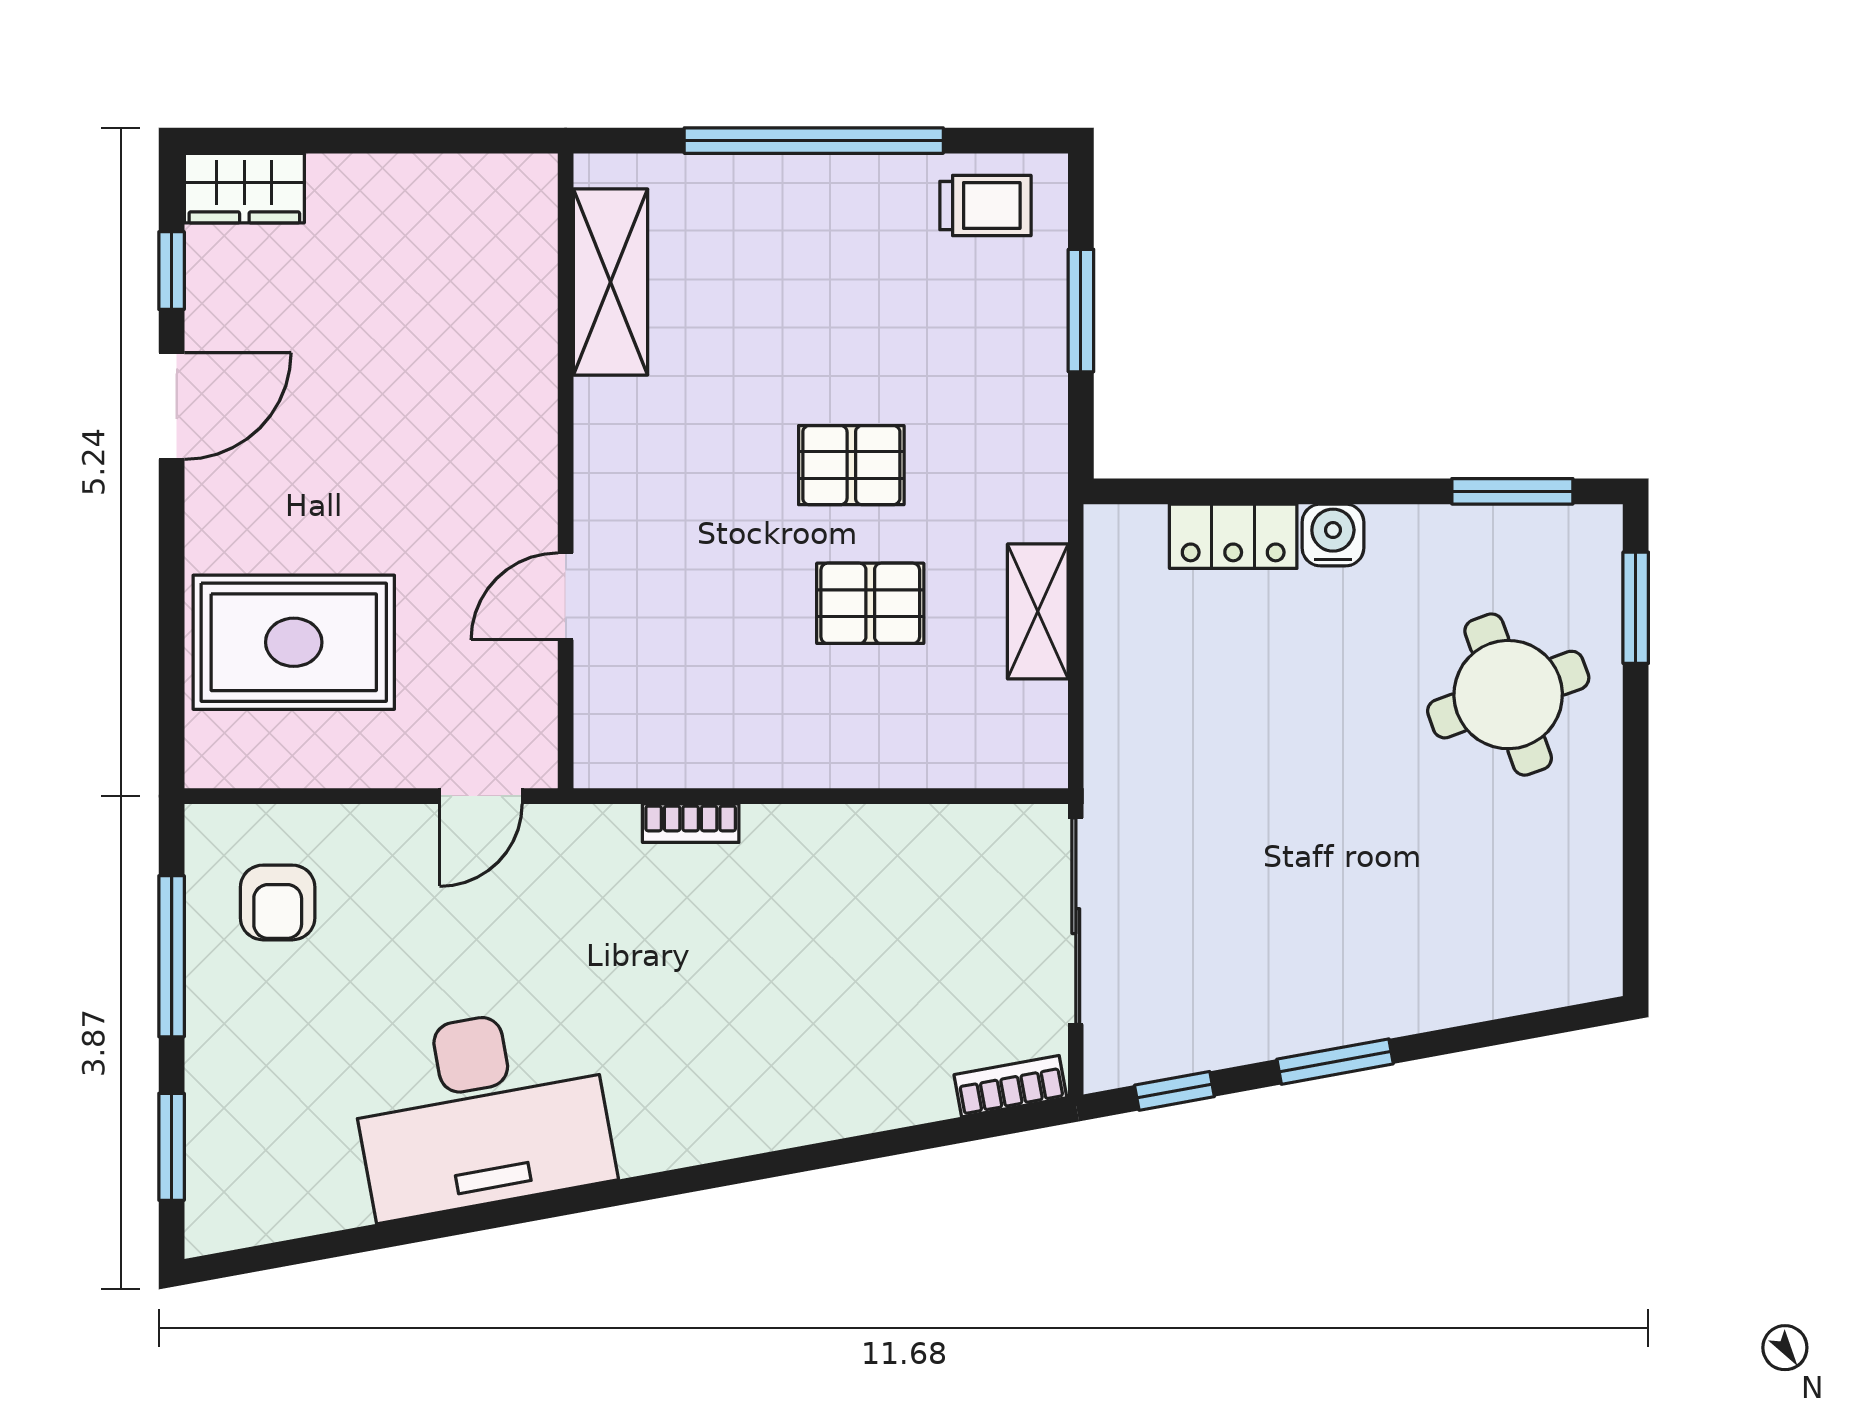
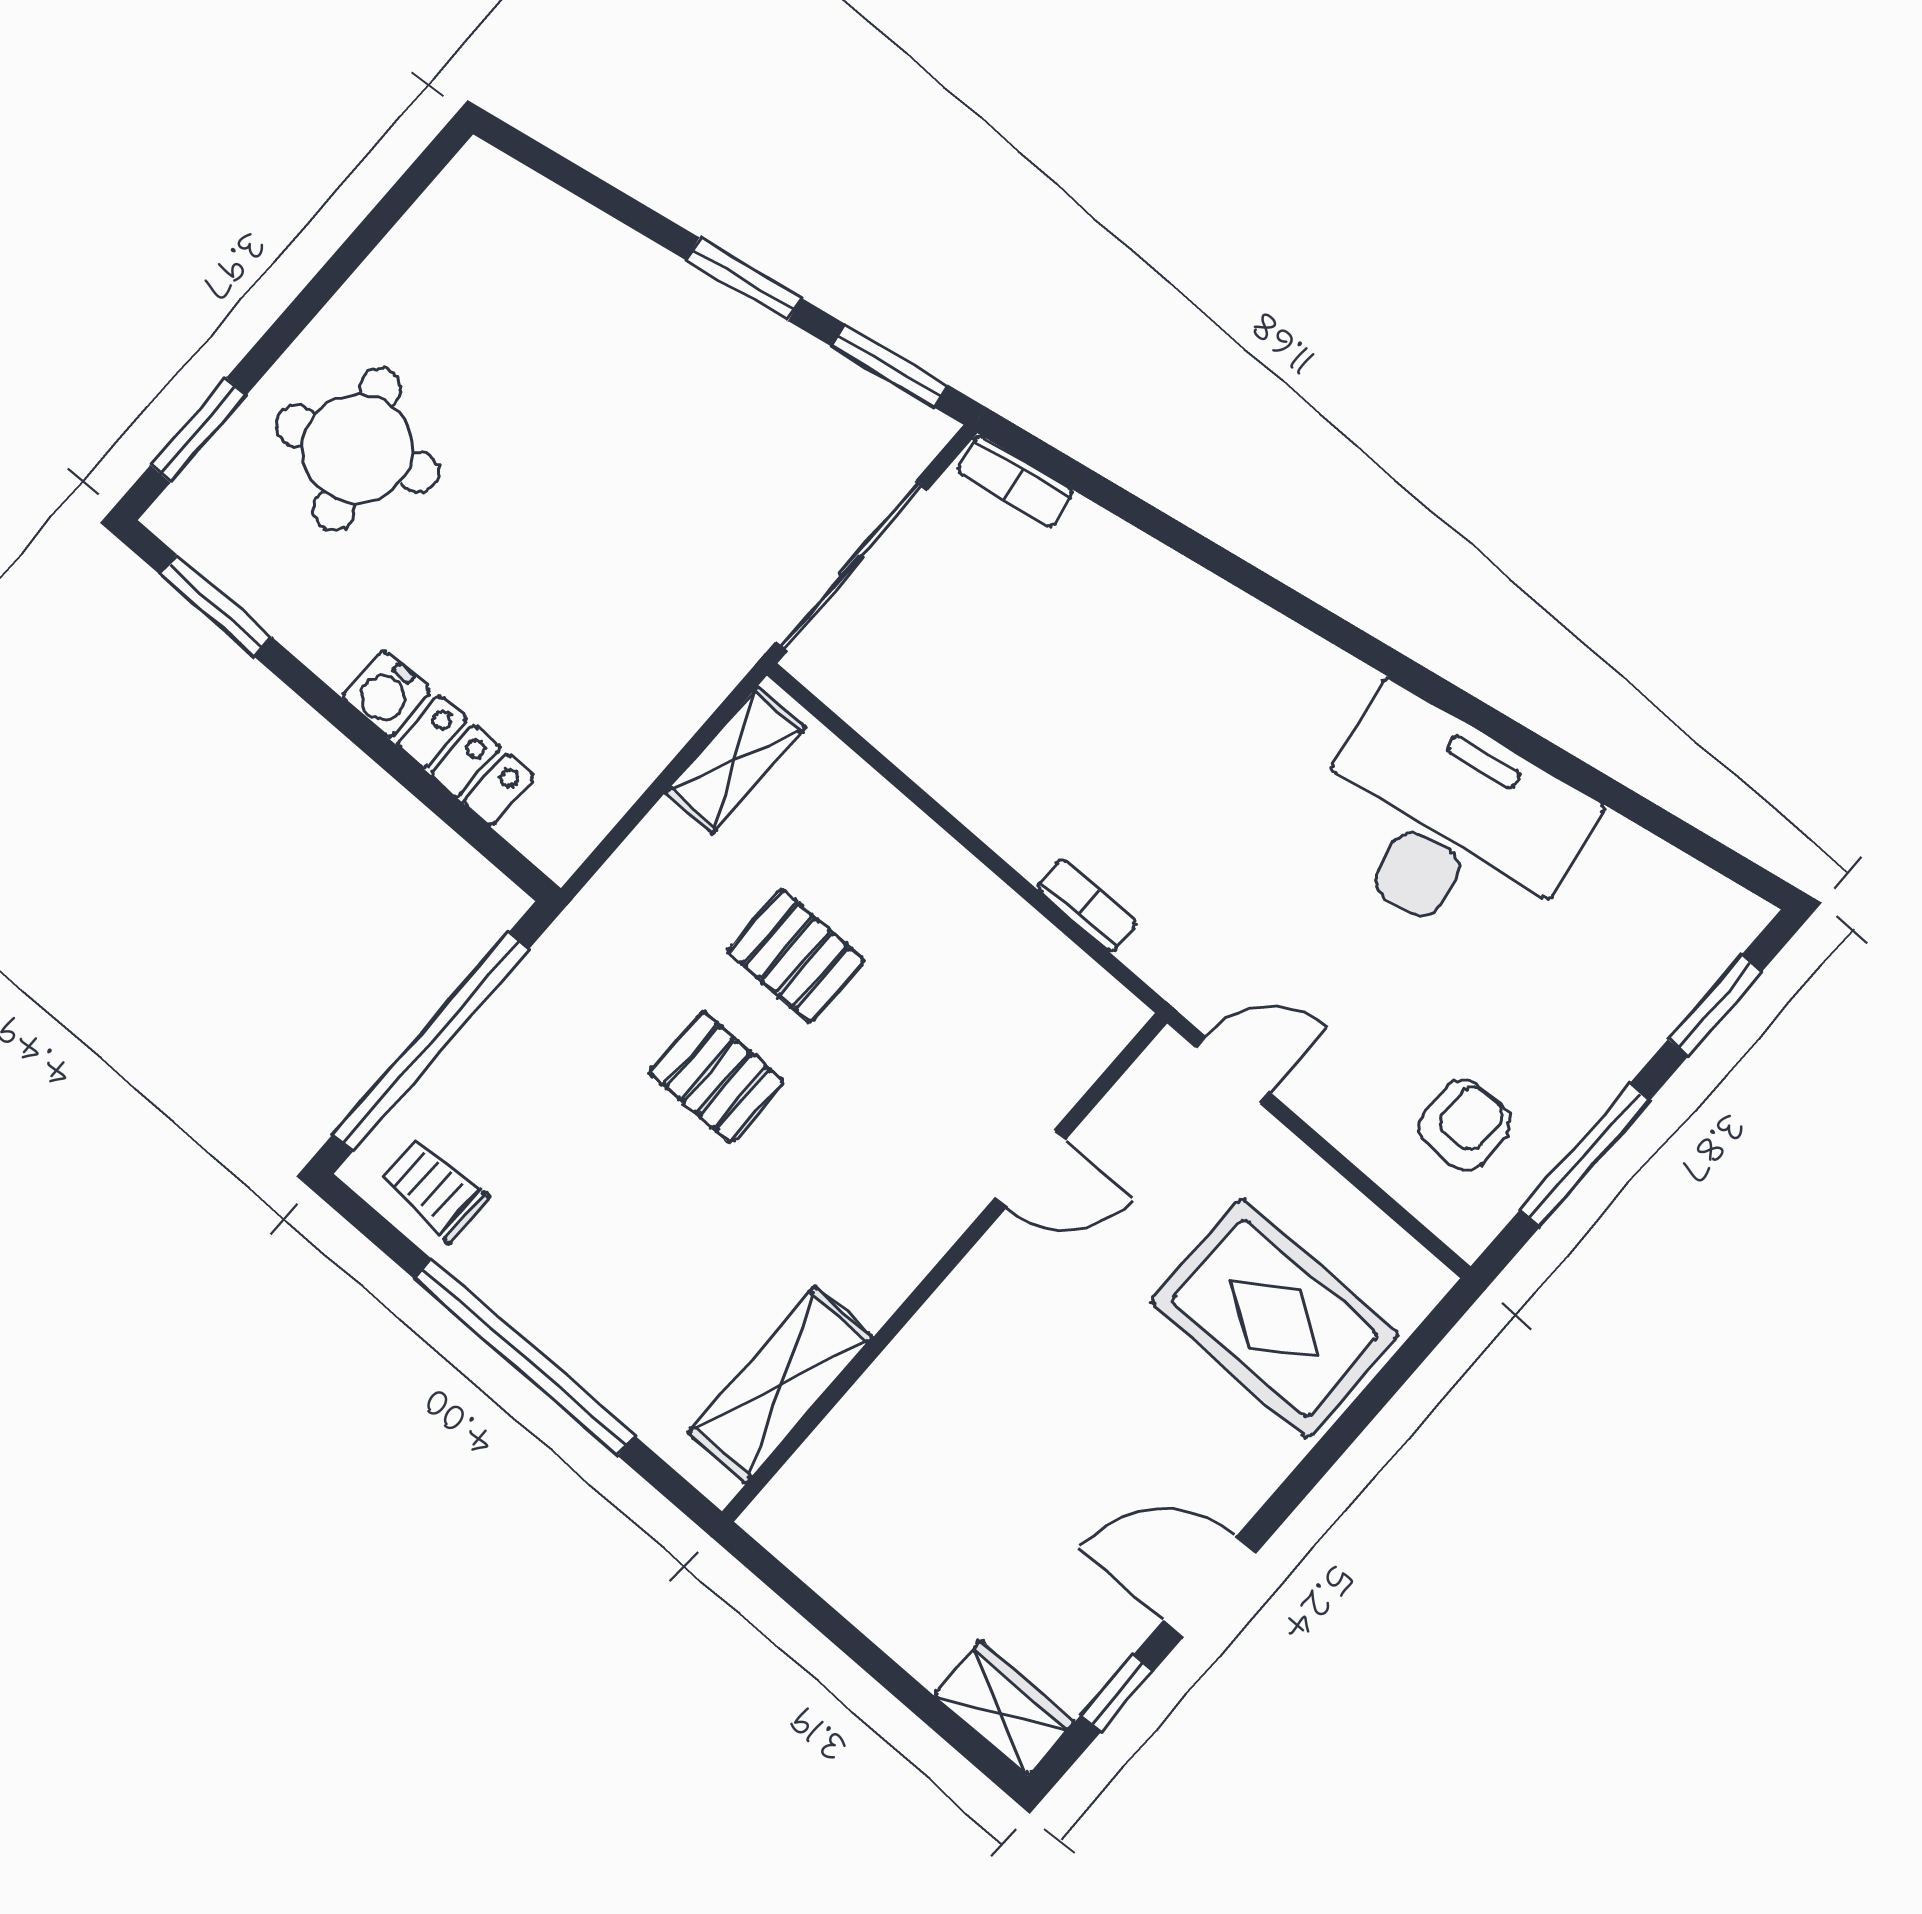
window: (1081, 311) -> (431, 1042), width x2.11
shelving: (1038, 611) -> (735, 760), moved
window: (1174, 1091) -> (890, 366), width x1.50

